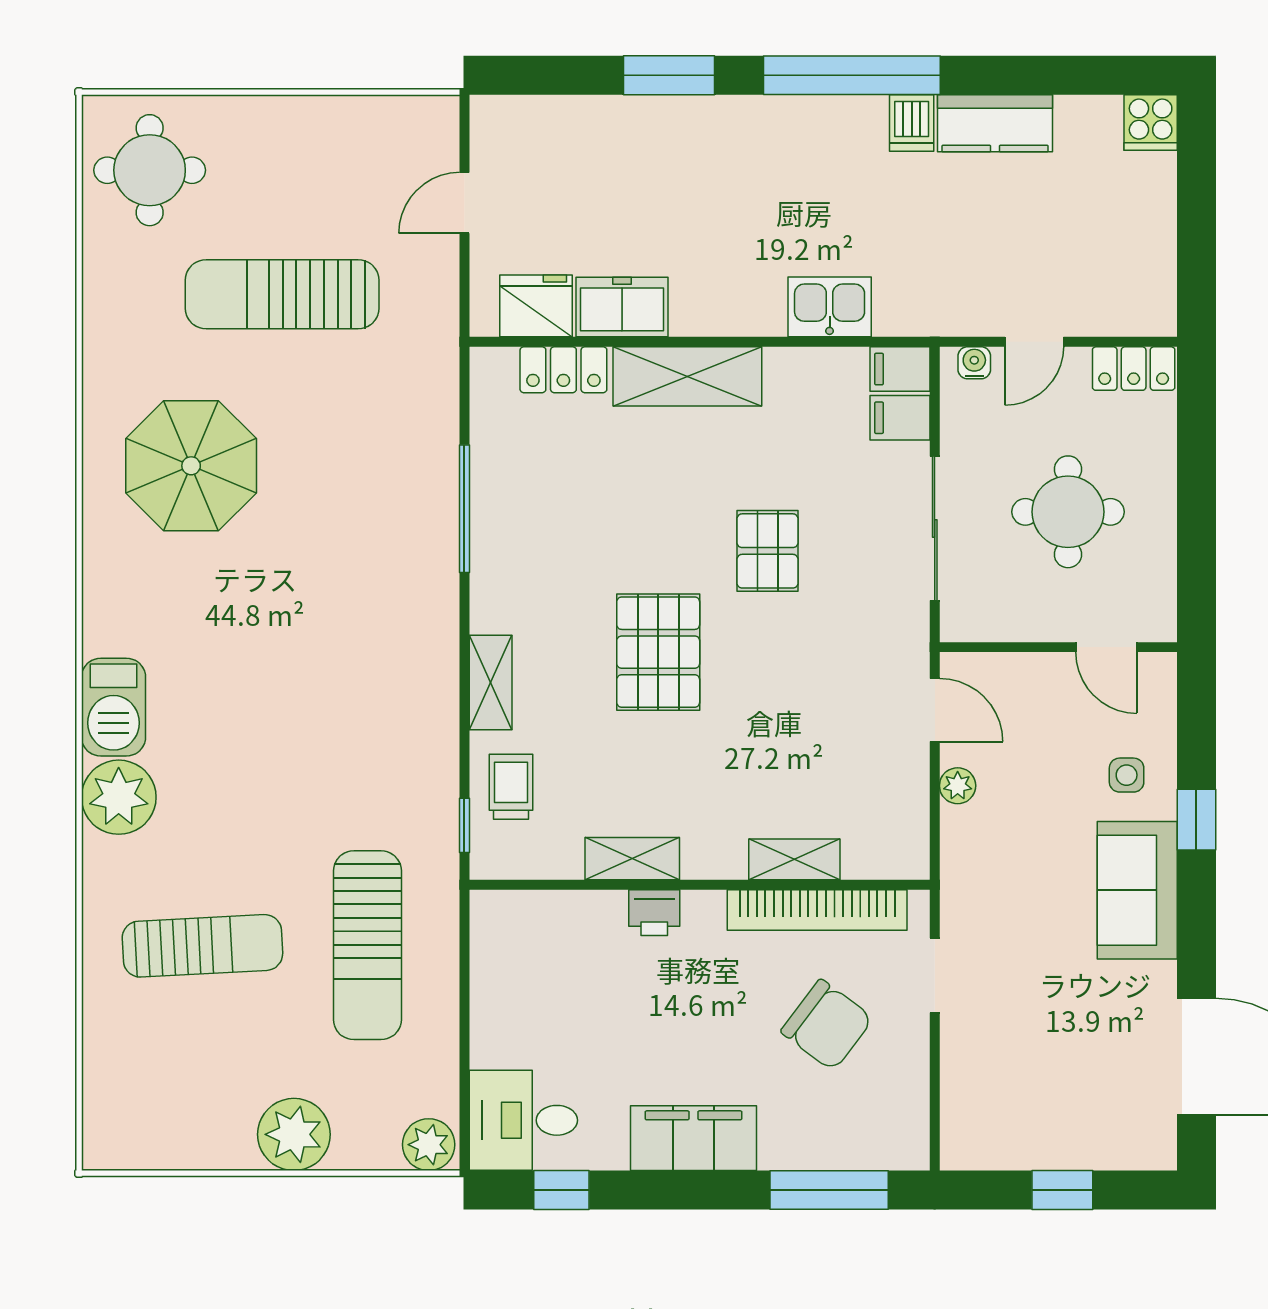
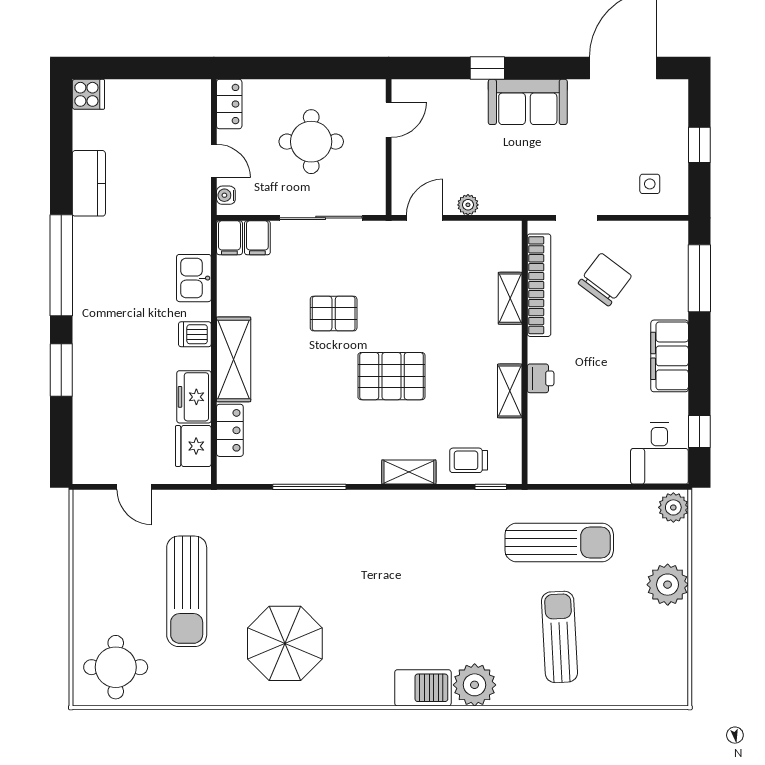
dishwasher: (912, 123) -> (195, 334), moved, turned 180
side table: (1127, 775) -> (650, 184), moved

